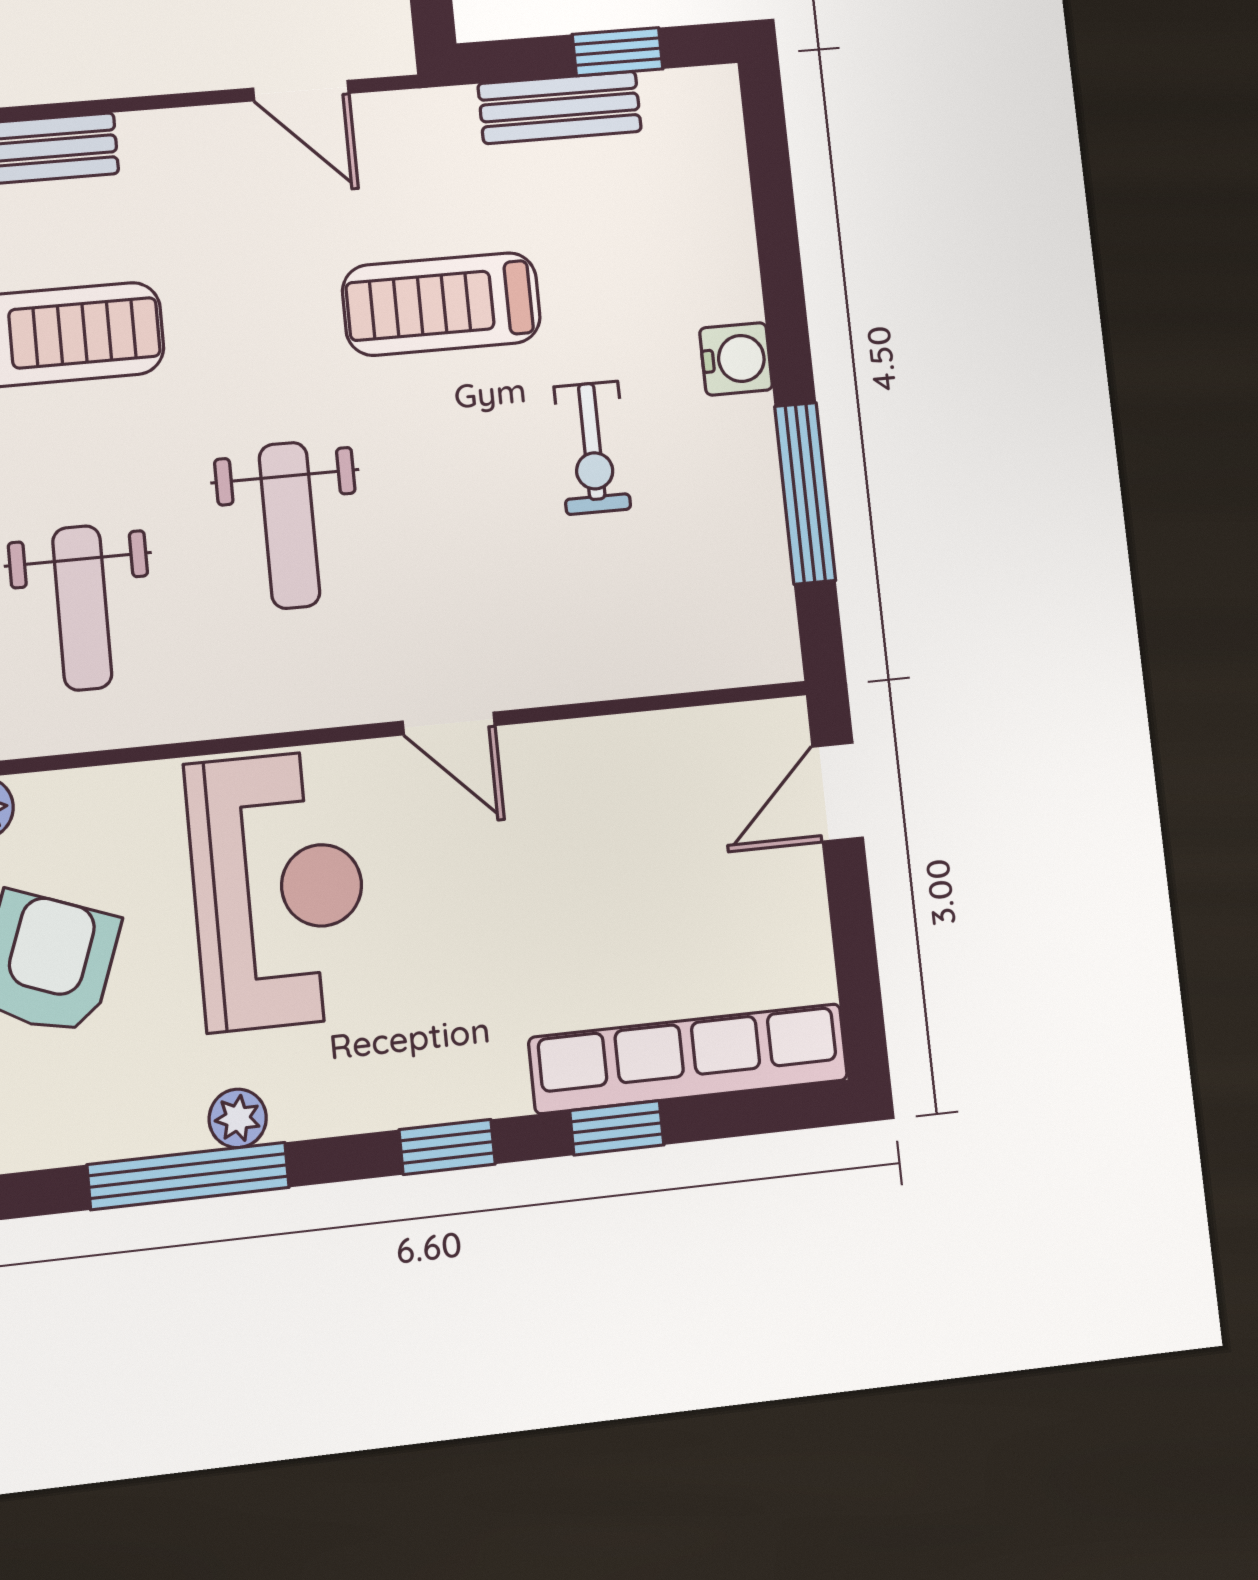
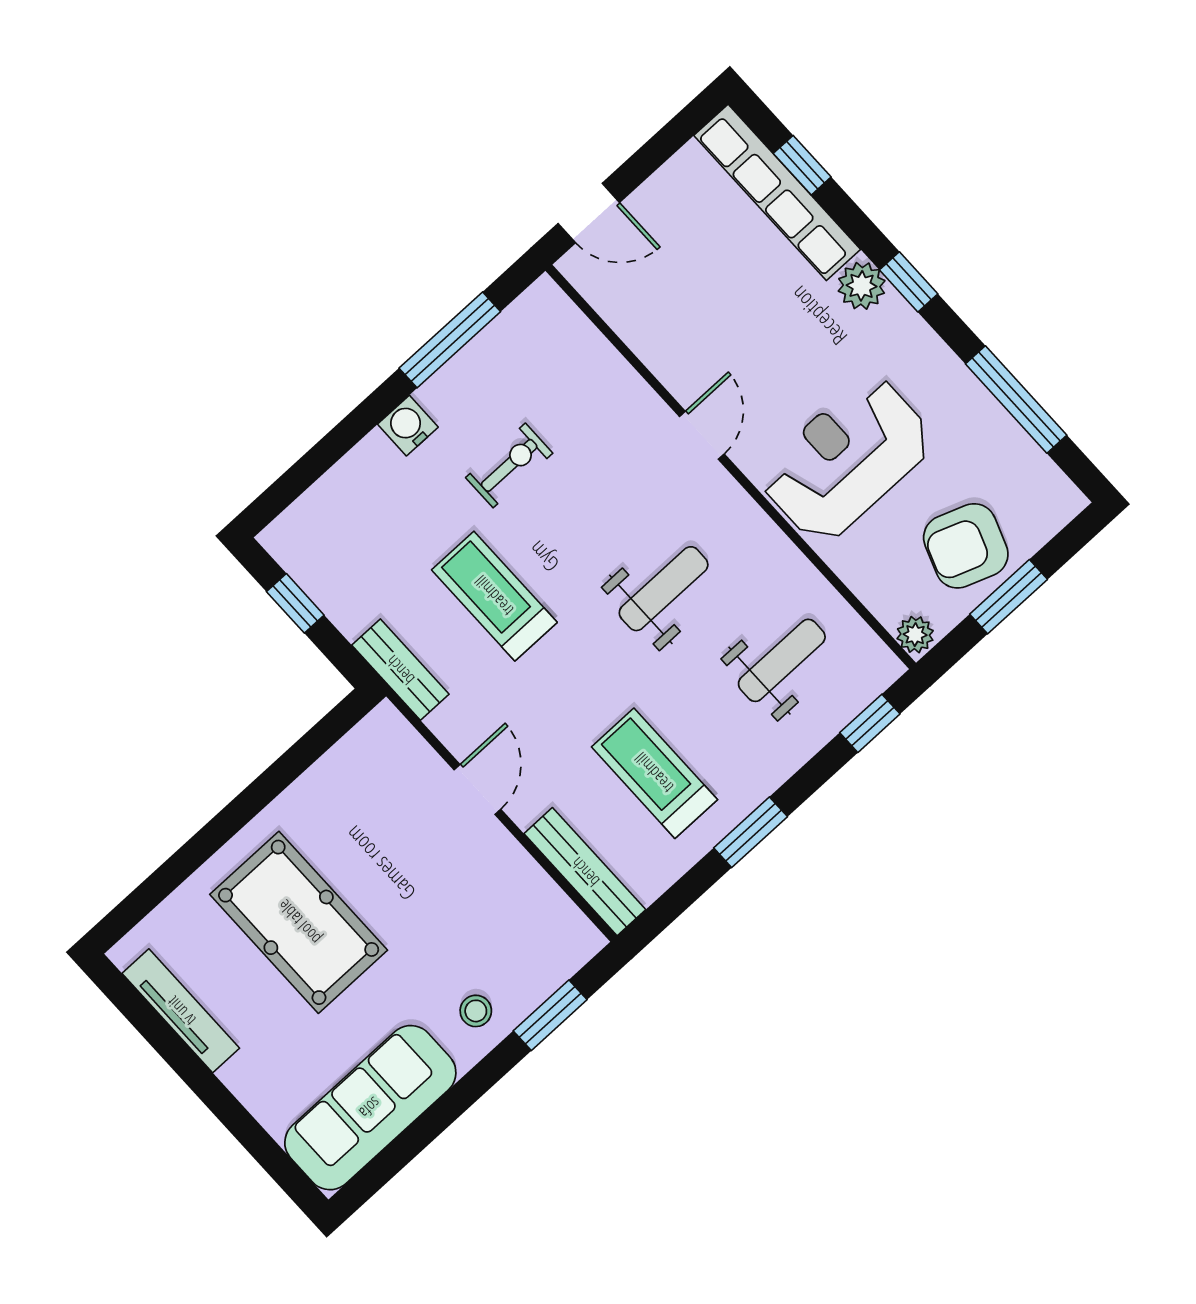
door: (301, 91) -> (477, 789), moved
bench: (560, 107) -> (400, 670), moved
treadmill: (441, 304) -> (494, 596), turned 180
plant: (238, 1118) -> (862, 286), moved, width x1.38, depth x1.38
window: (617, 1128) -> (802, 165), moved

